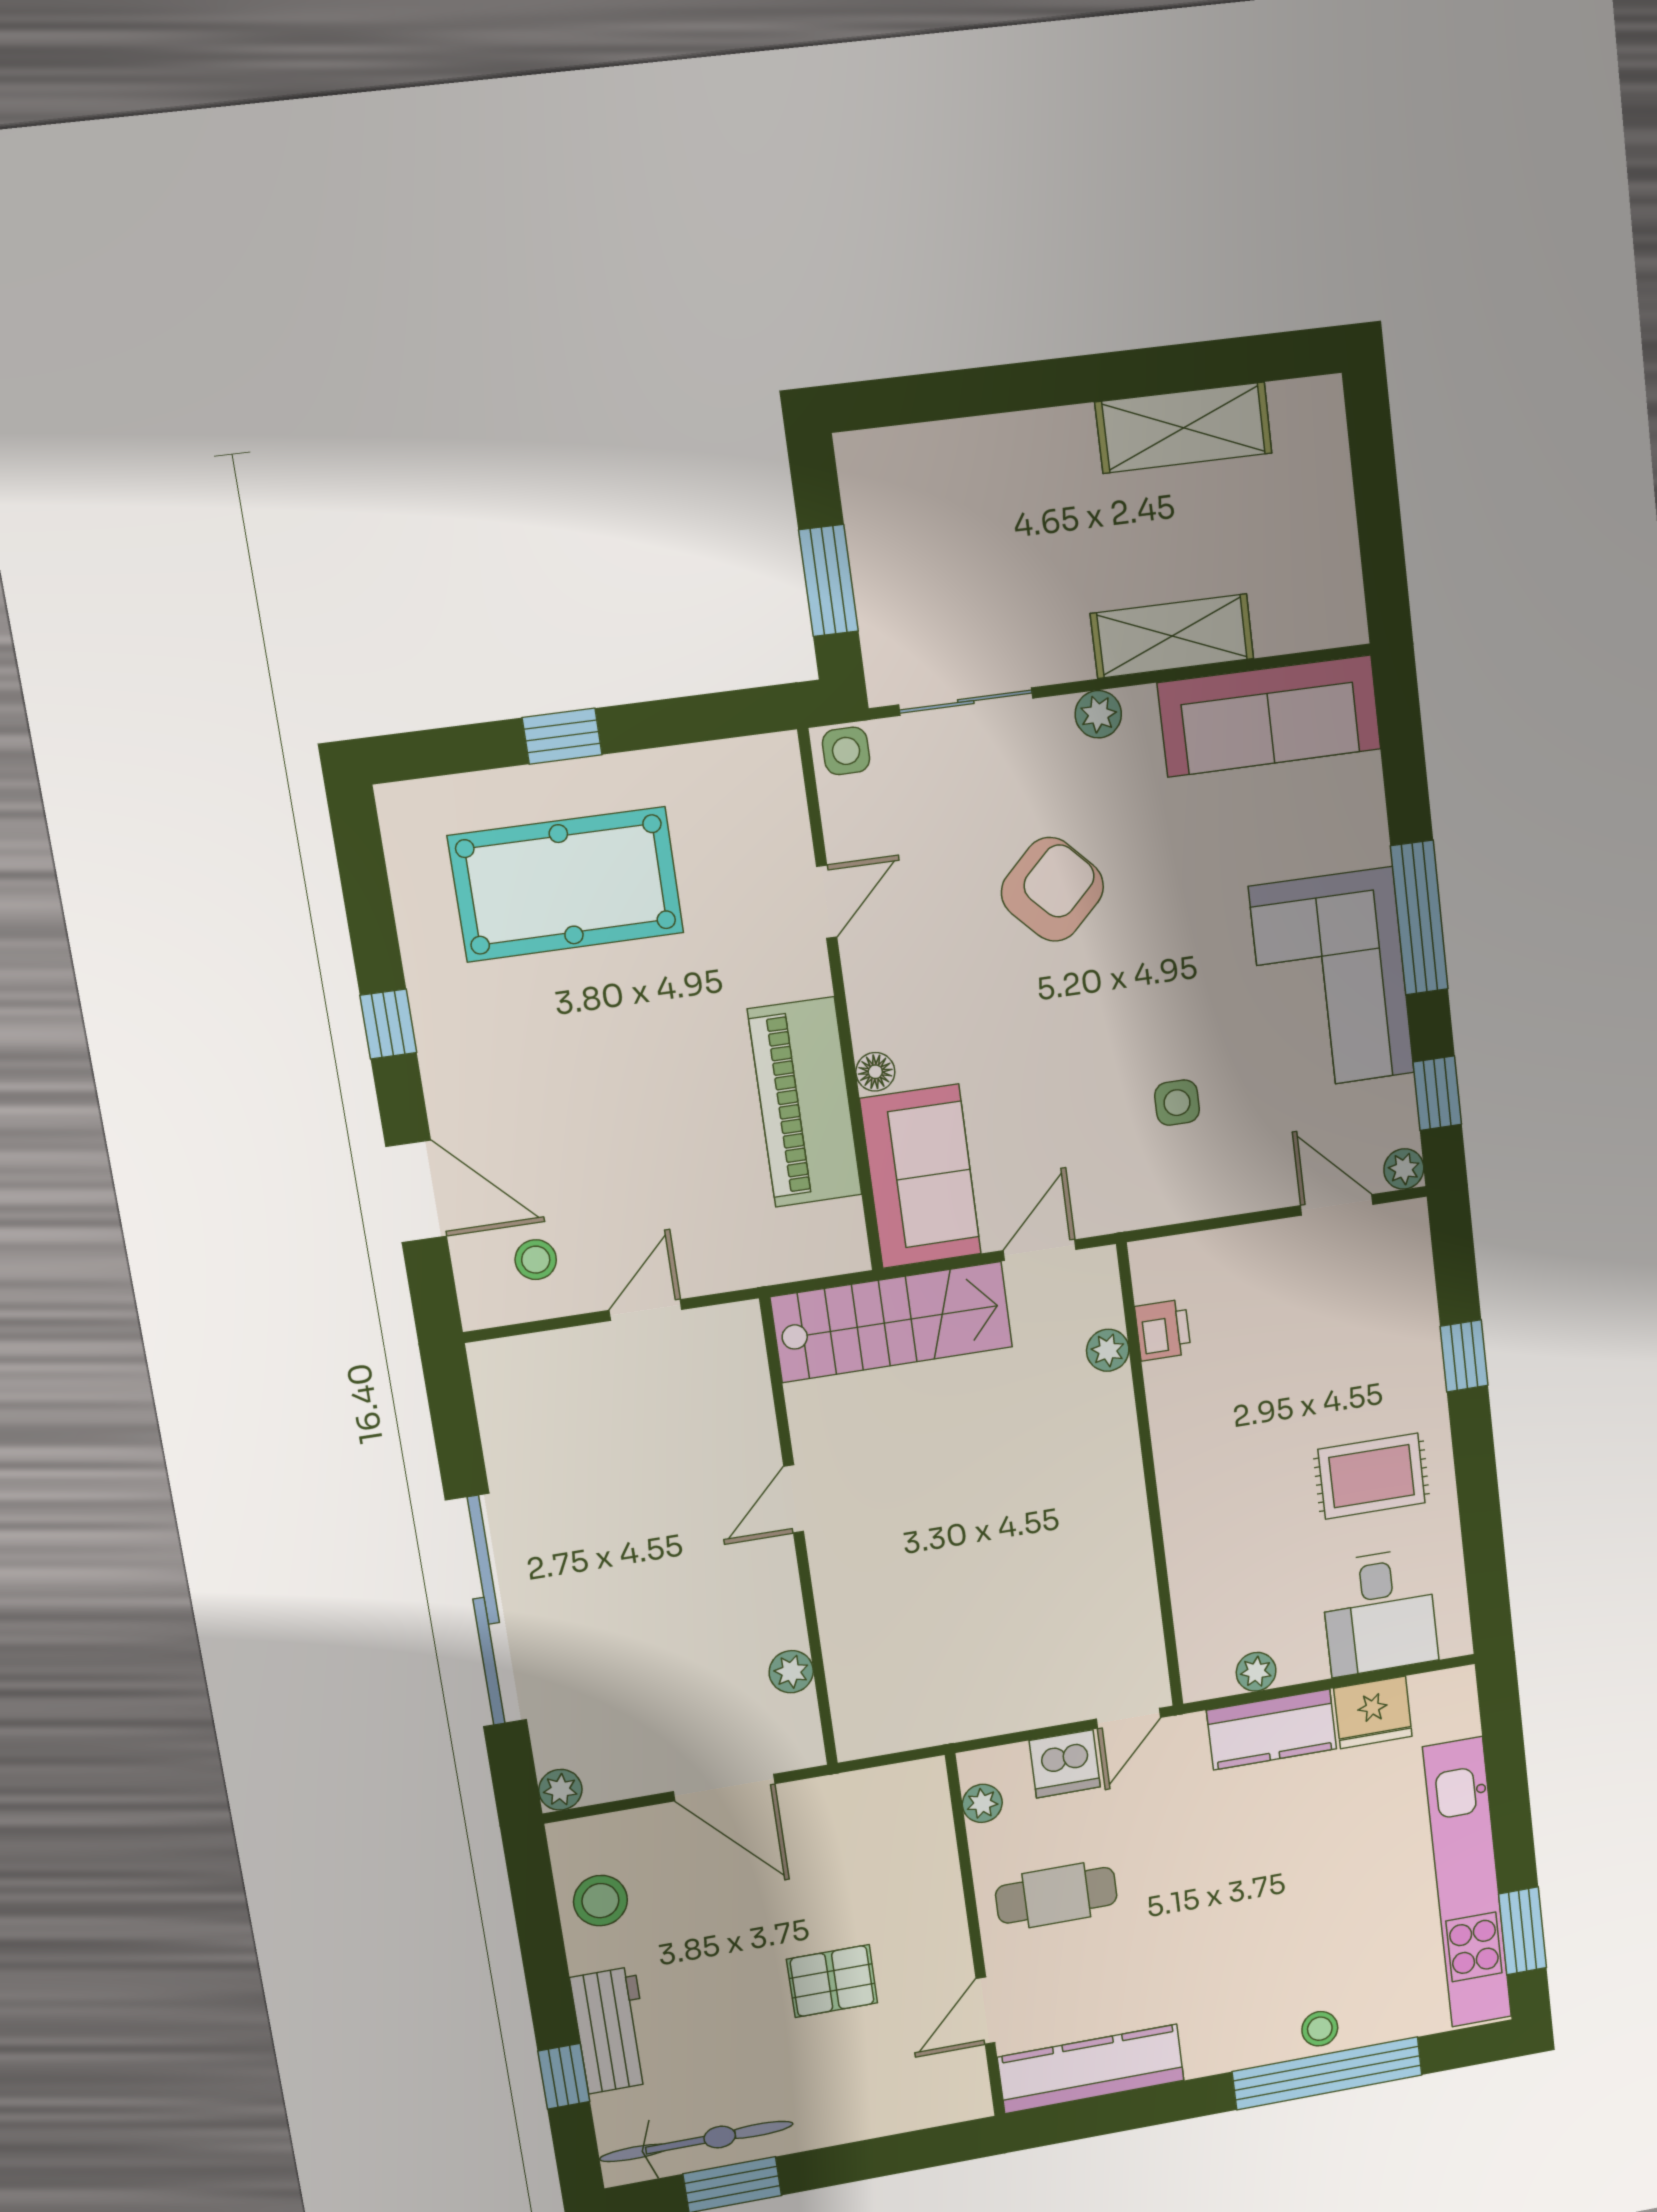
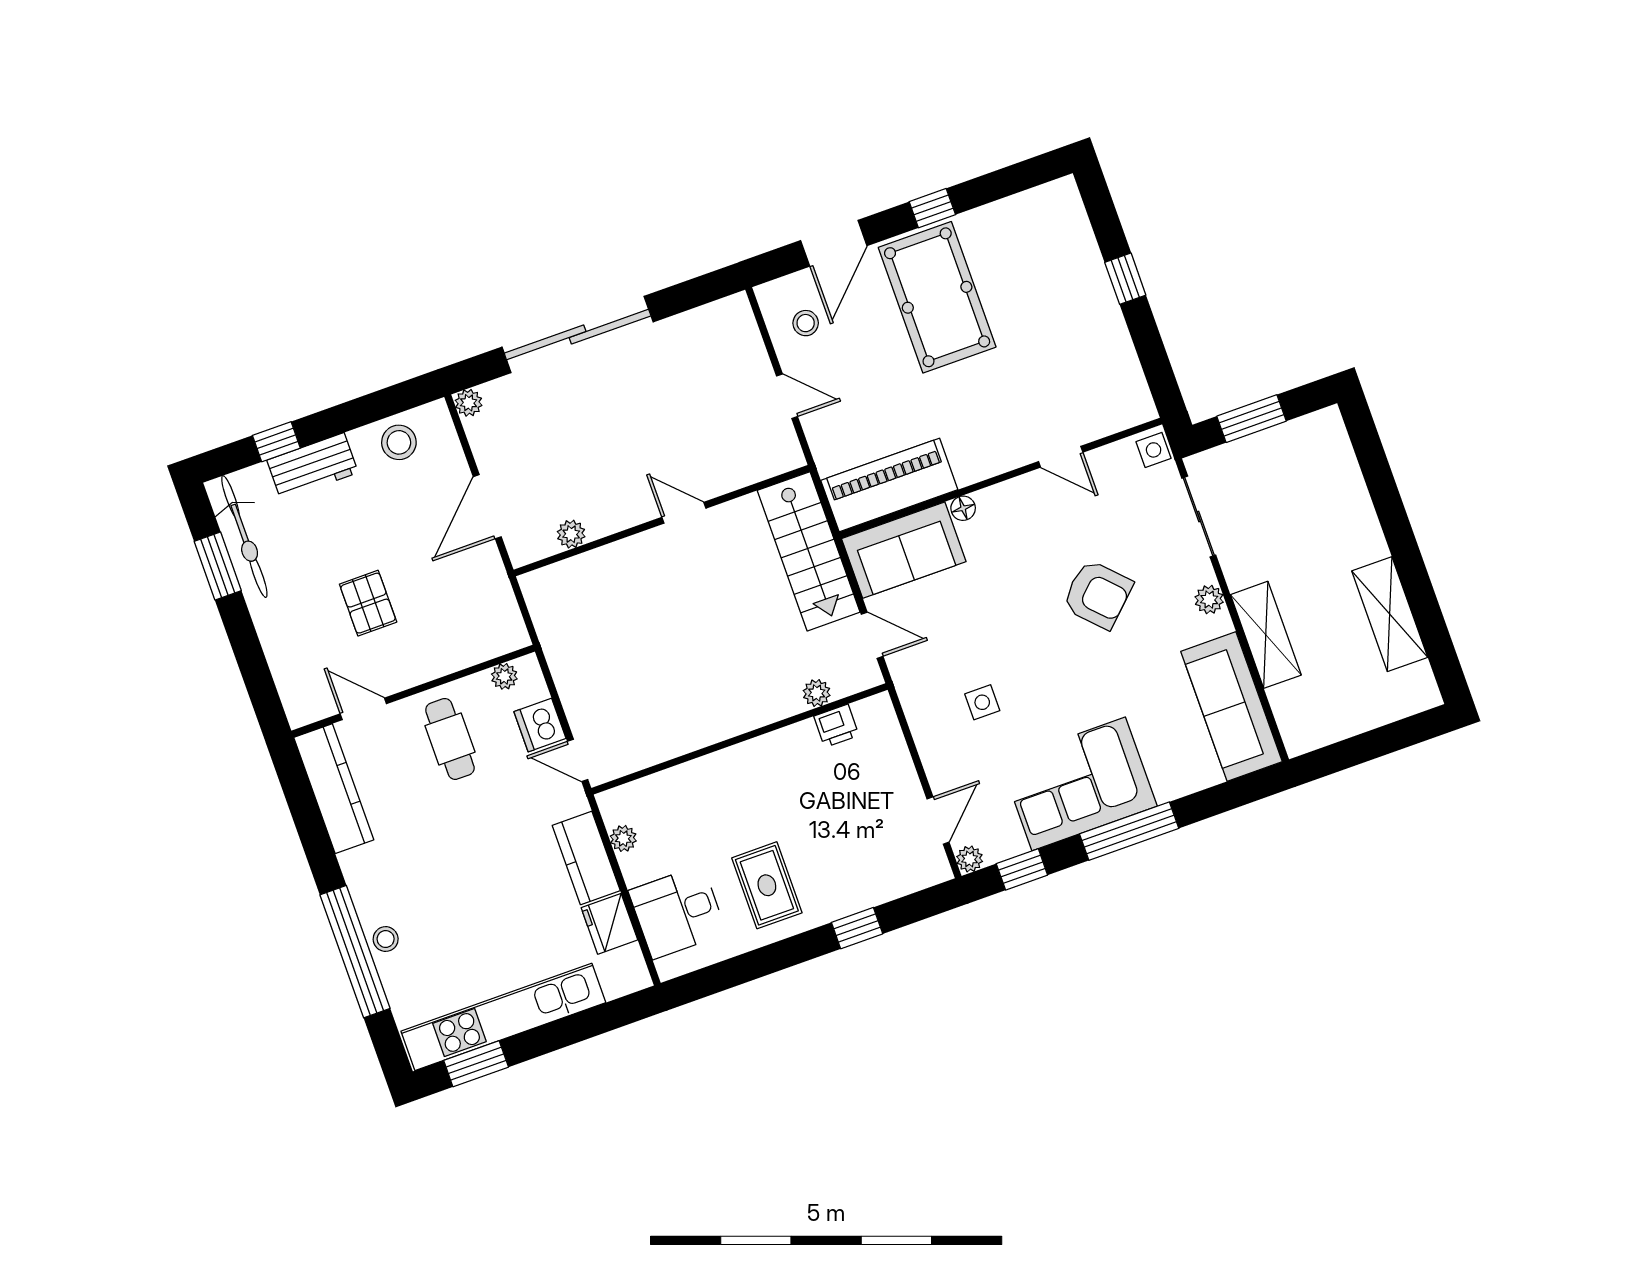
pool table: (566, 884) -> (937, 297), moved
piano: (805, 1102) -> (889, 485), moved

